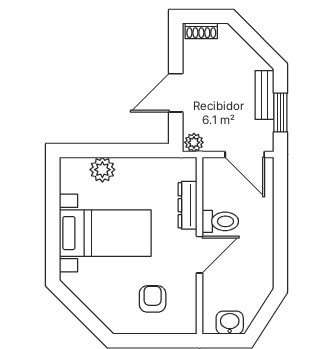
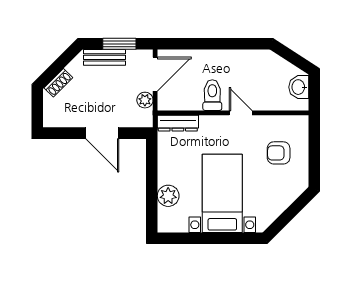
shoe rack: (201, 31) -> (58, 83), moved, turned 45
plant: (194, 142) -> (145, 100), moved
dresser: (187, 205) -> (178, 123), moved
door: (199, 255) -> (241, 113), width x0.73

